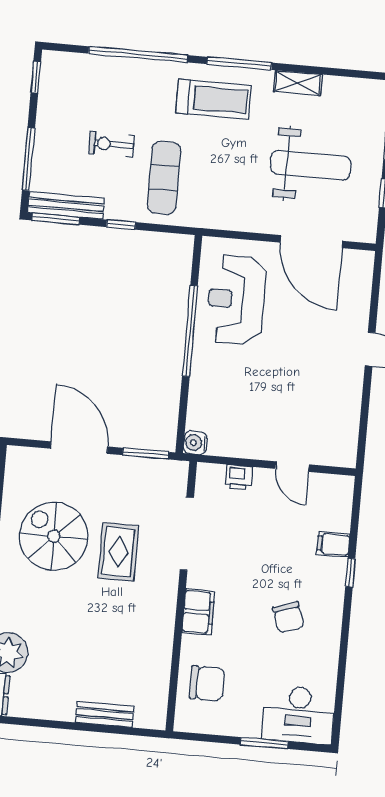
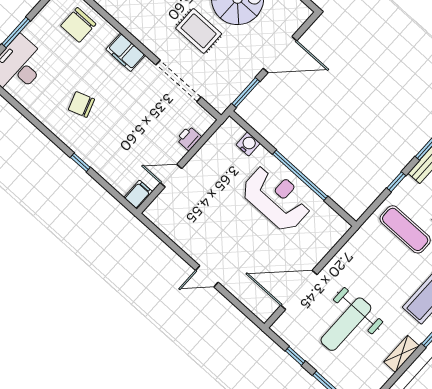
reception desk: (236, 299) -> (276, 198), moved
water cooler: (195, 443) -> (248, 144), moved
filing cabinet: (333, 544) -> (138, 195), moved

